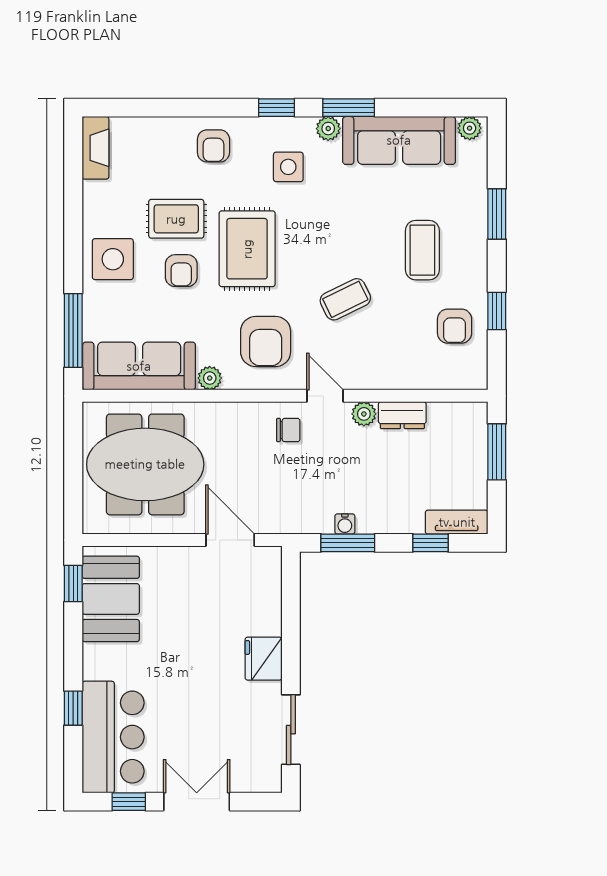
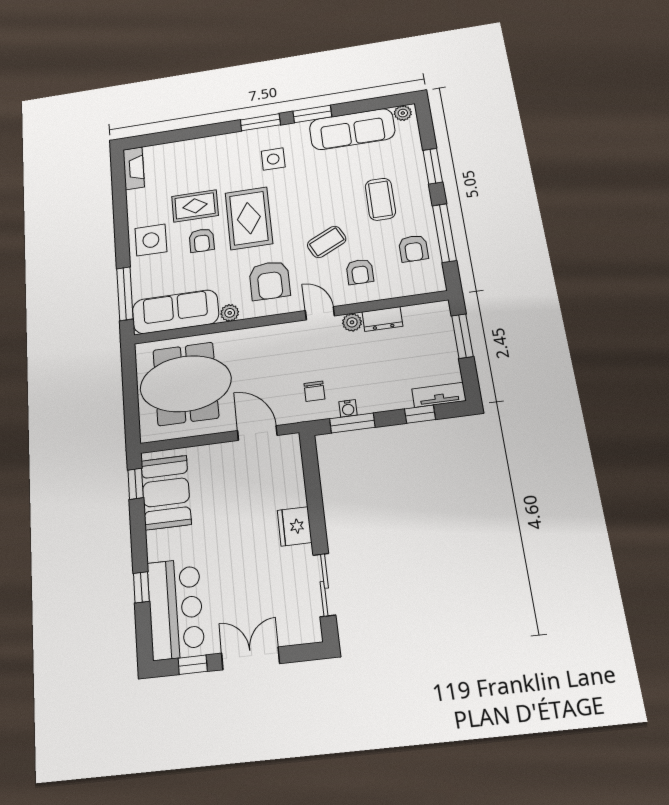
window: (276, 108) -> (260, 122), width x1.50
plant: (328, 129) -> (299, 130), removed
armchair: (213, 146) -> (360, 272), moved
window: (497, 311) -> (444, 233), width x2.17
chair: (288, 430) -> (314, 391), moved, turned 90

